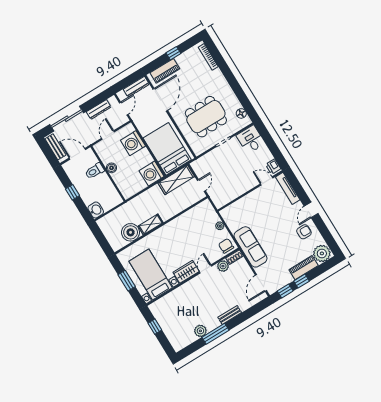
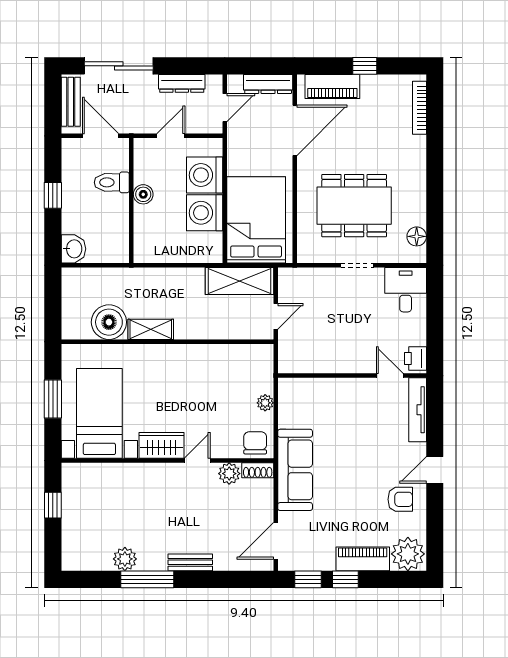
washing machine: (152, 174) -> (205, 213), moved

